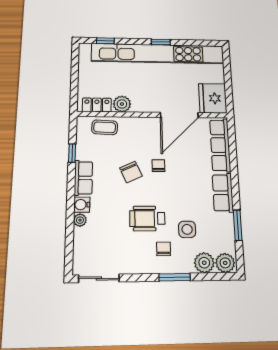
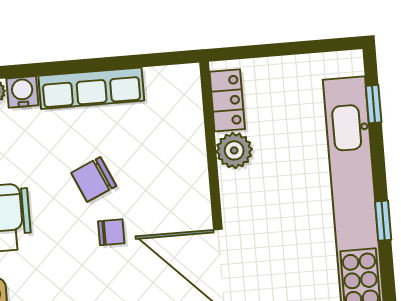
coffee table: (105, 127) -> (181, 120), removed
window: (72, 153) -> (122, 62), removed
row of seats: (83, 178) -> (91, 88), width x1.48

